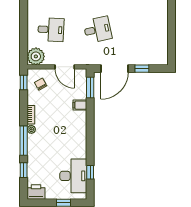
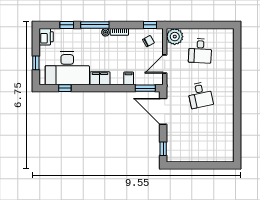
window: (142, 69) -> (163, 149), moved
filing cabinet: (80, 135) -> (100, 78), added
desk: (73, 176) -> (67, 68), width x1.36, depth x1.30

